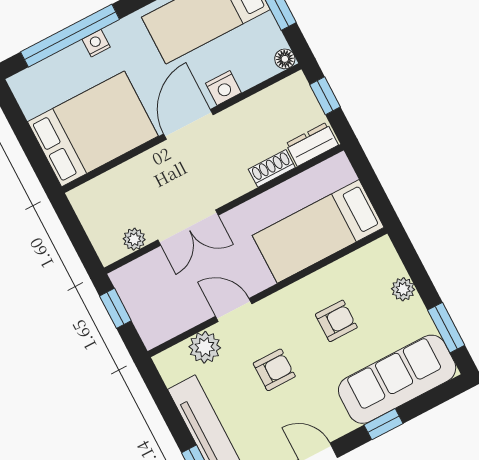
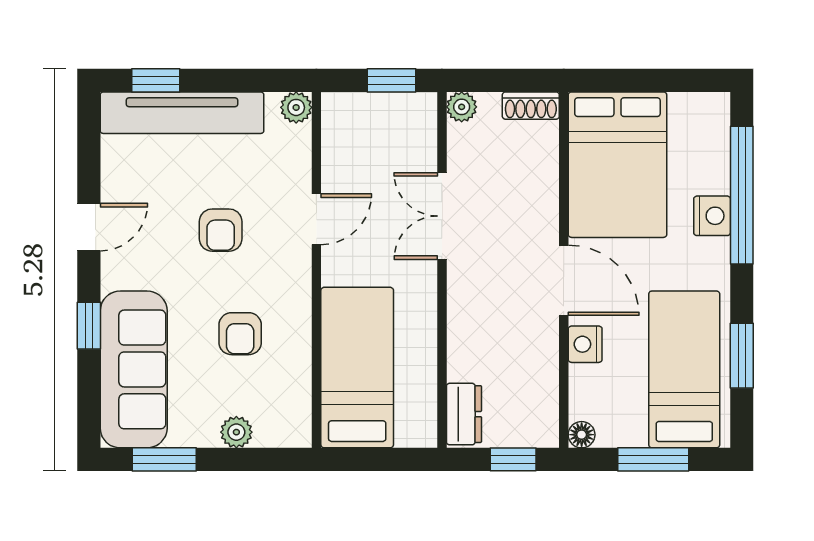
nightstand: (96, 43) -> (712, 216), width x1.39, depth x1.35
shoe rack: (272, 168) -> (531, 106), moved, turned 90
plant: (134, 239) -> (462, 107), moved
plant: (205, 347) -> (296, 107), moved, width x0.73, depth x0.73

